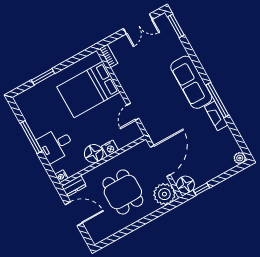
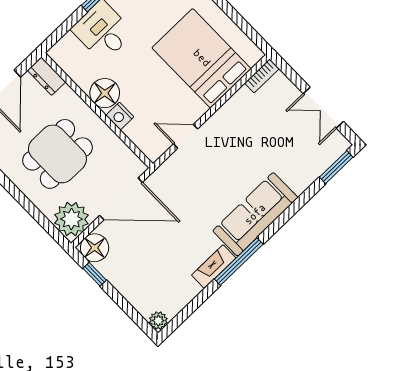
nightstand: (62, 176) -> (56, 53), removed

